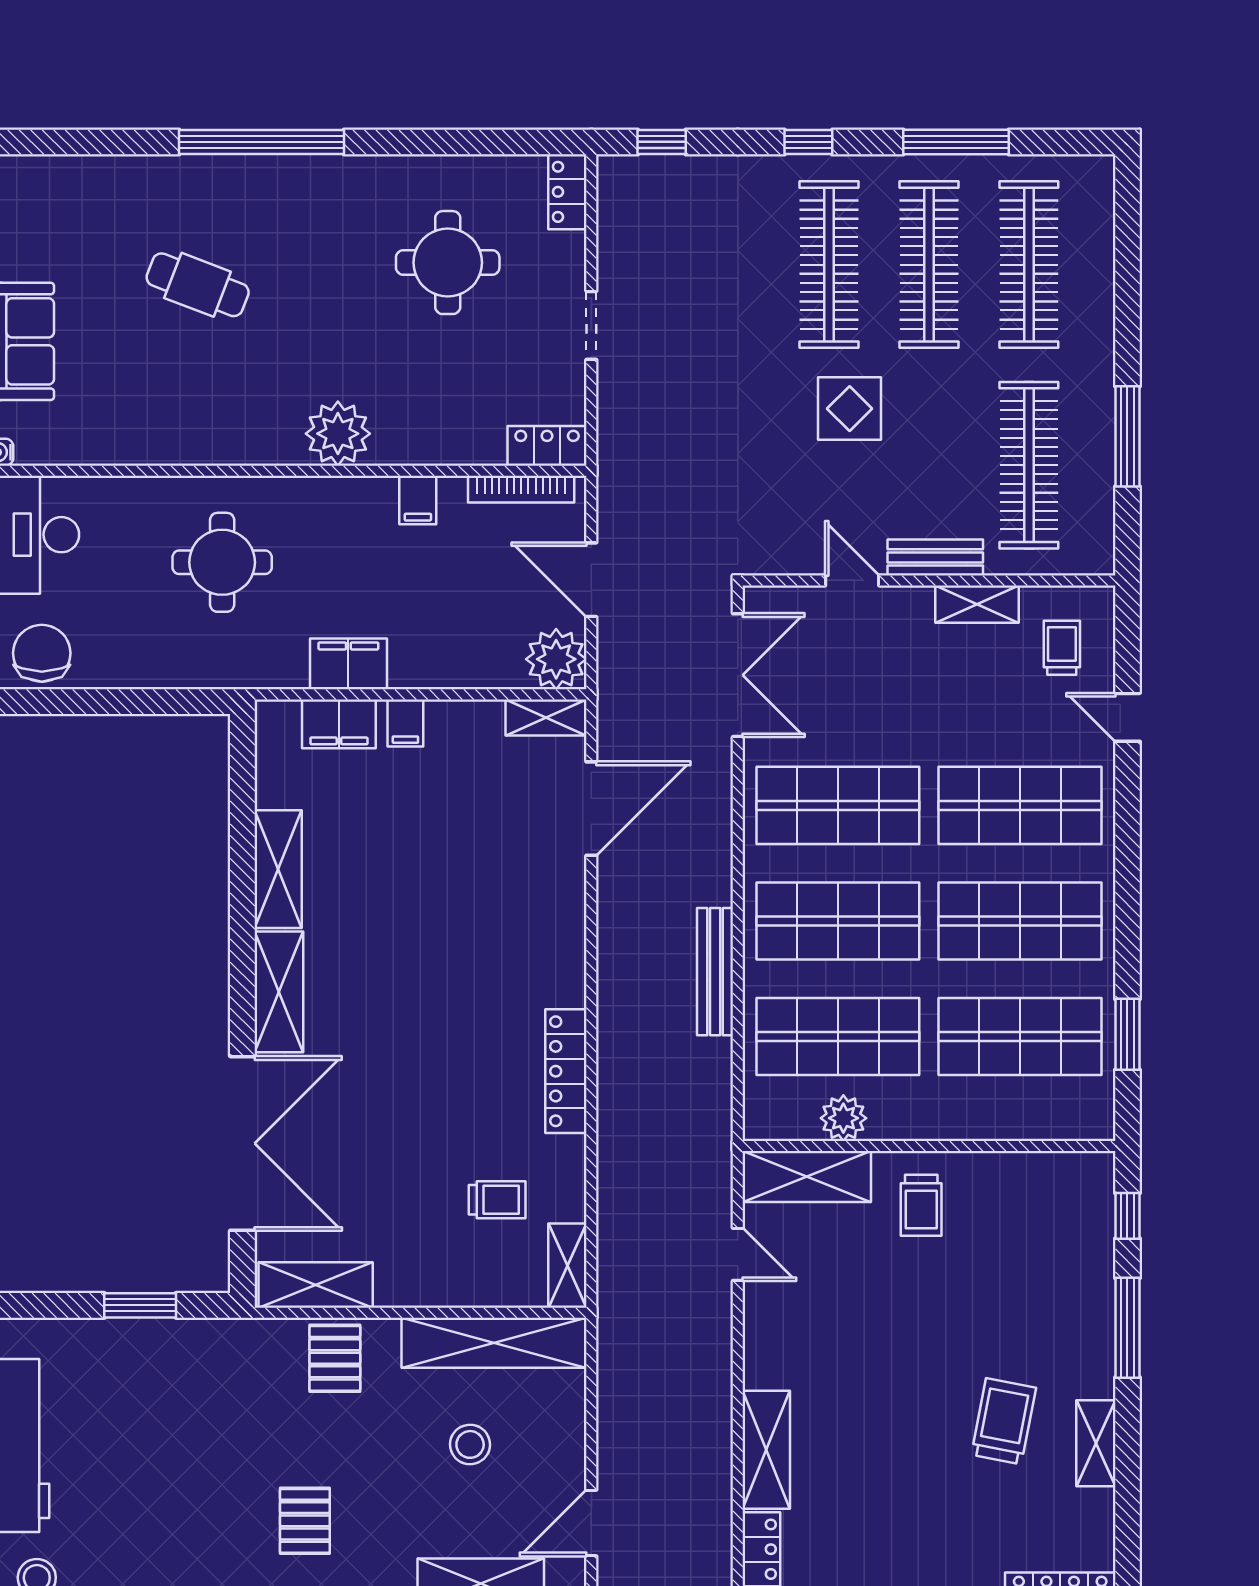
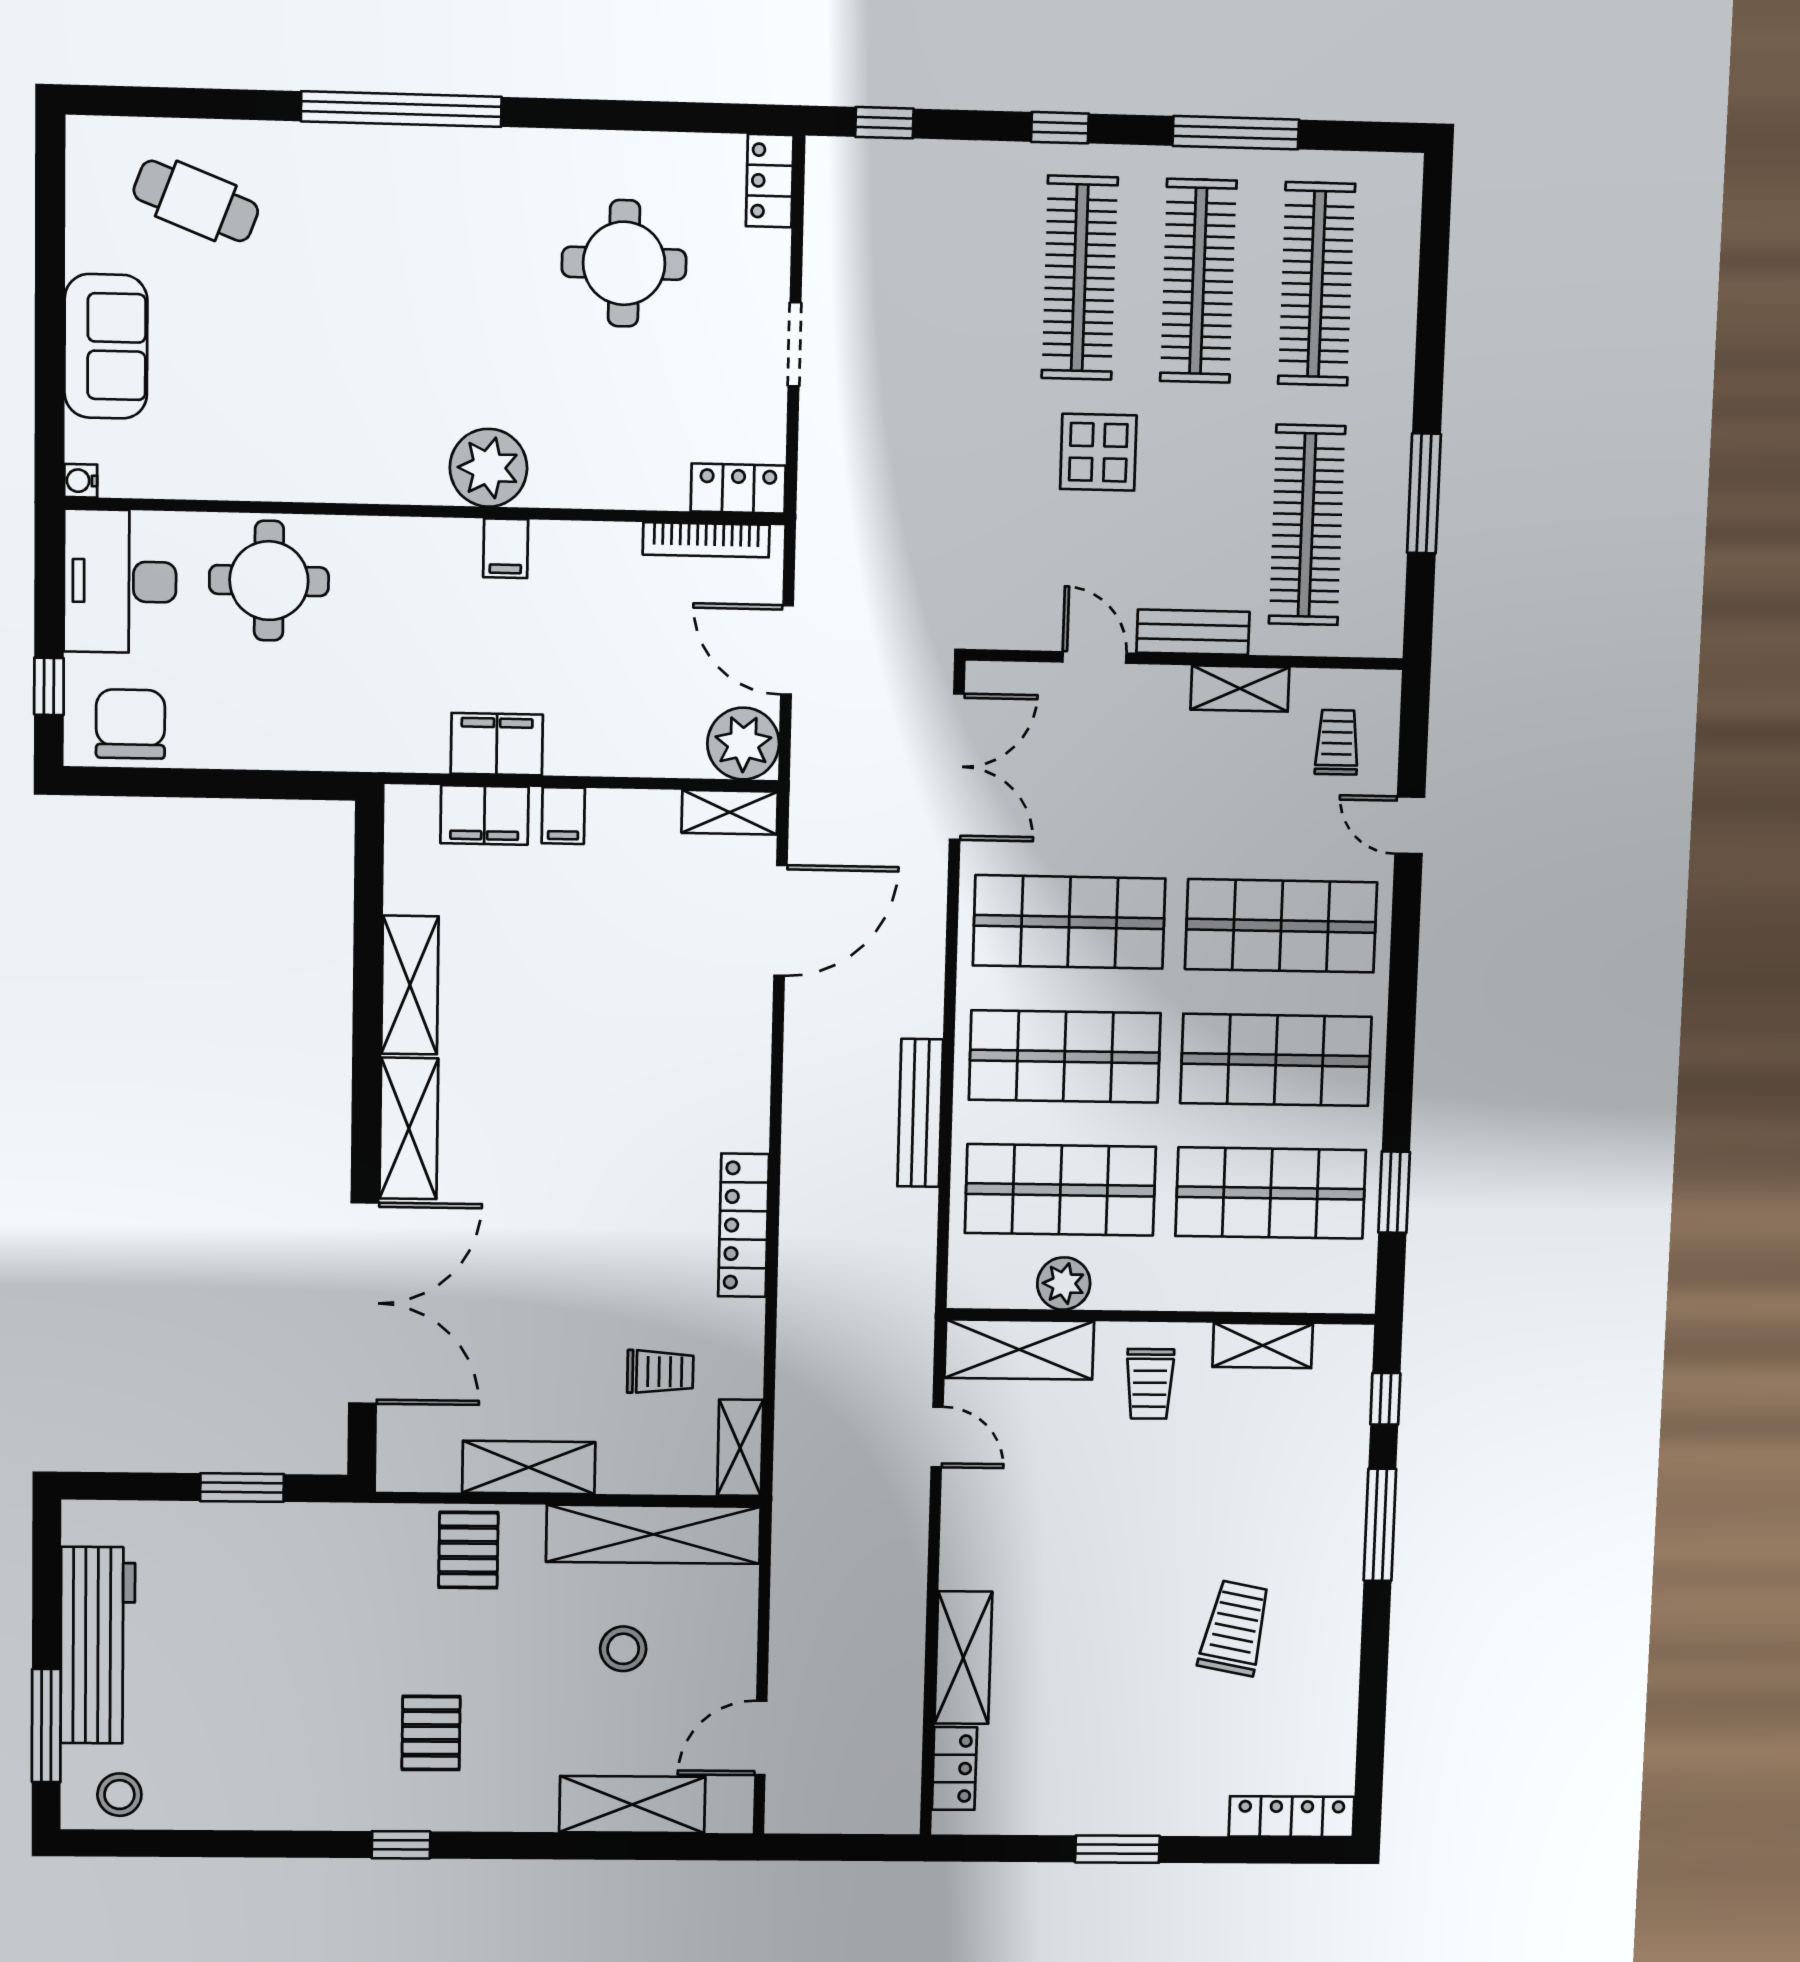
cafe table: (198, 285) -> (196, 201), moved
filing cabinet: (418, 500) -> (506, 548), moved
round table: (222, 562) -> (269, 581), moved
shelving: (316, 1285) -> (529, 1467), moved
shelving: (1096, 1443) -> (1263, 1345), moved, turned 90

